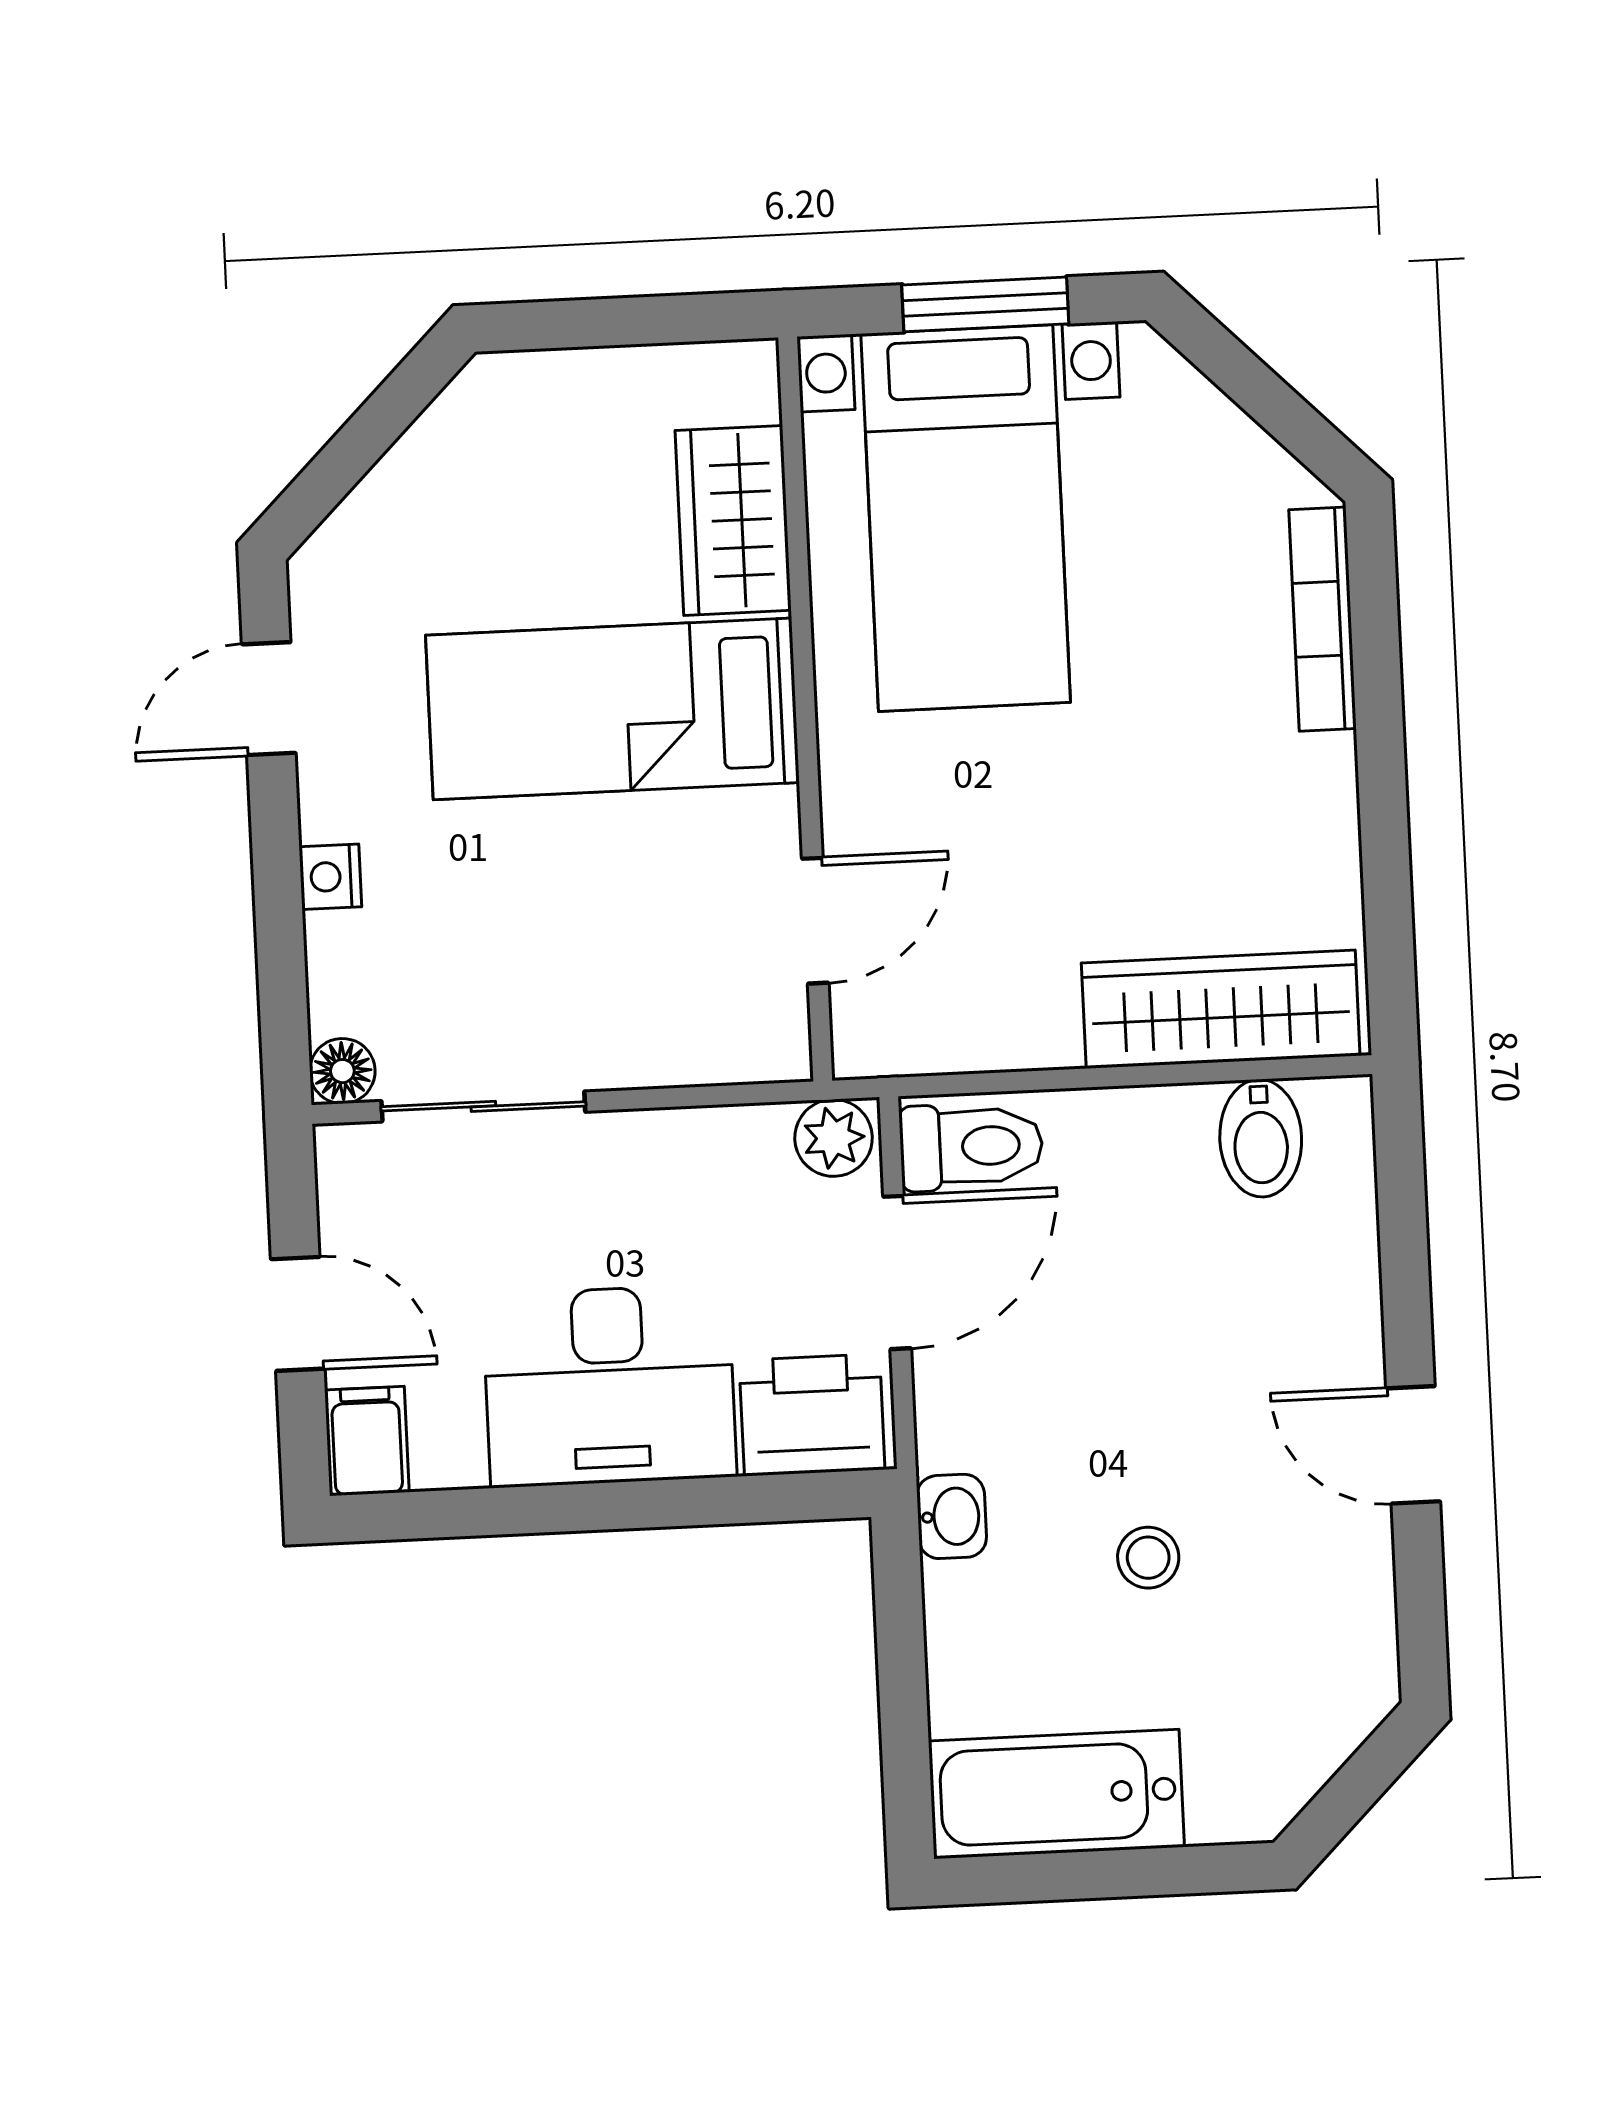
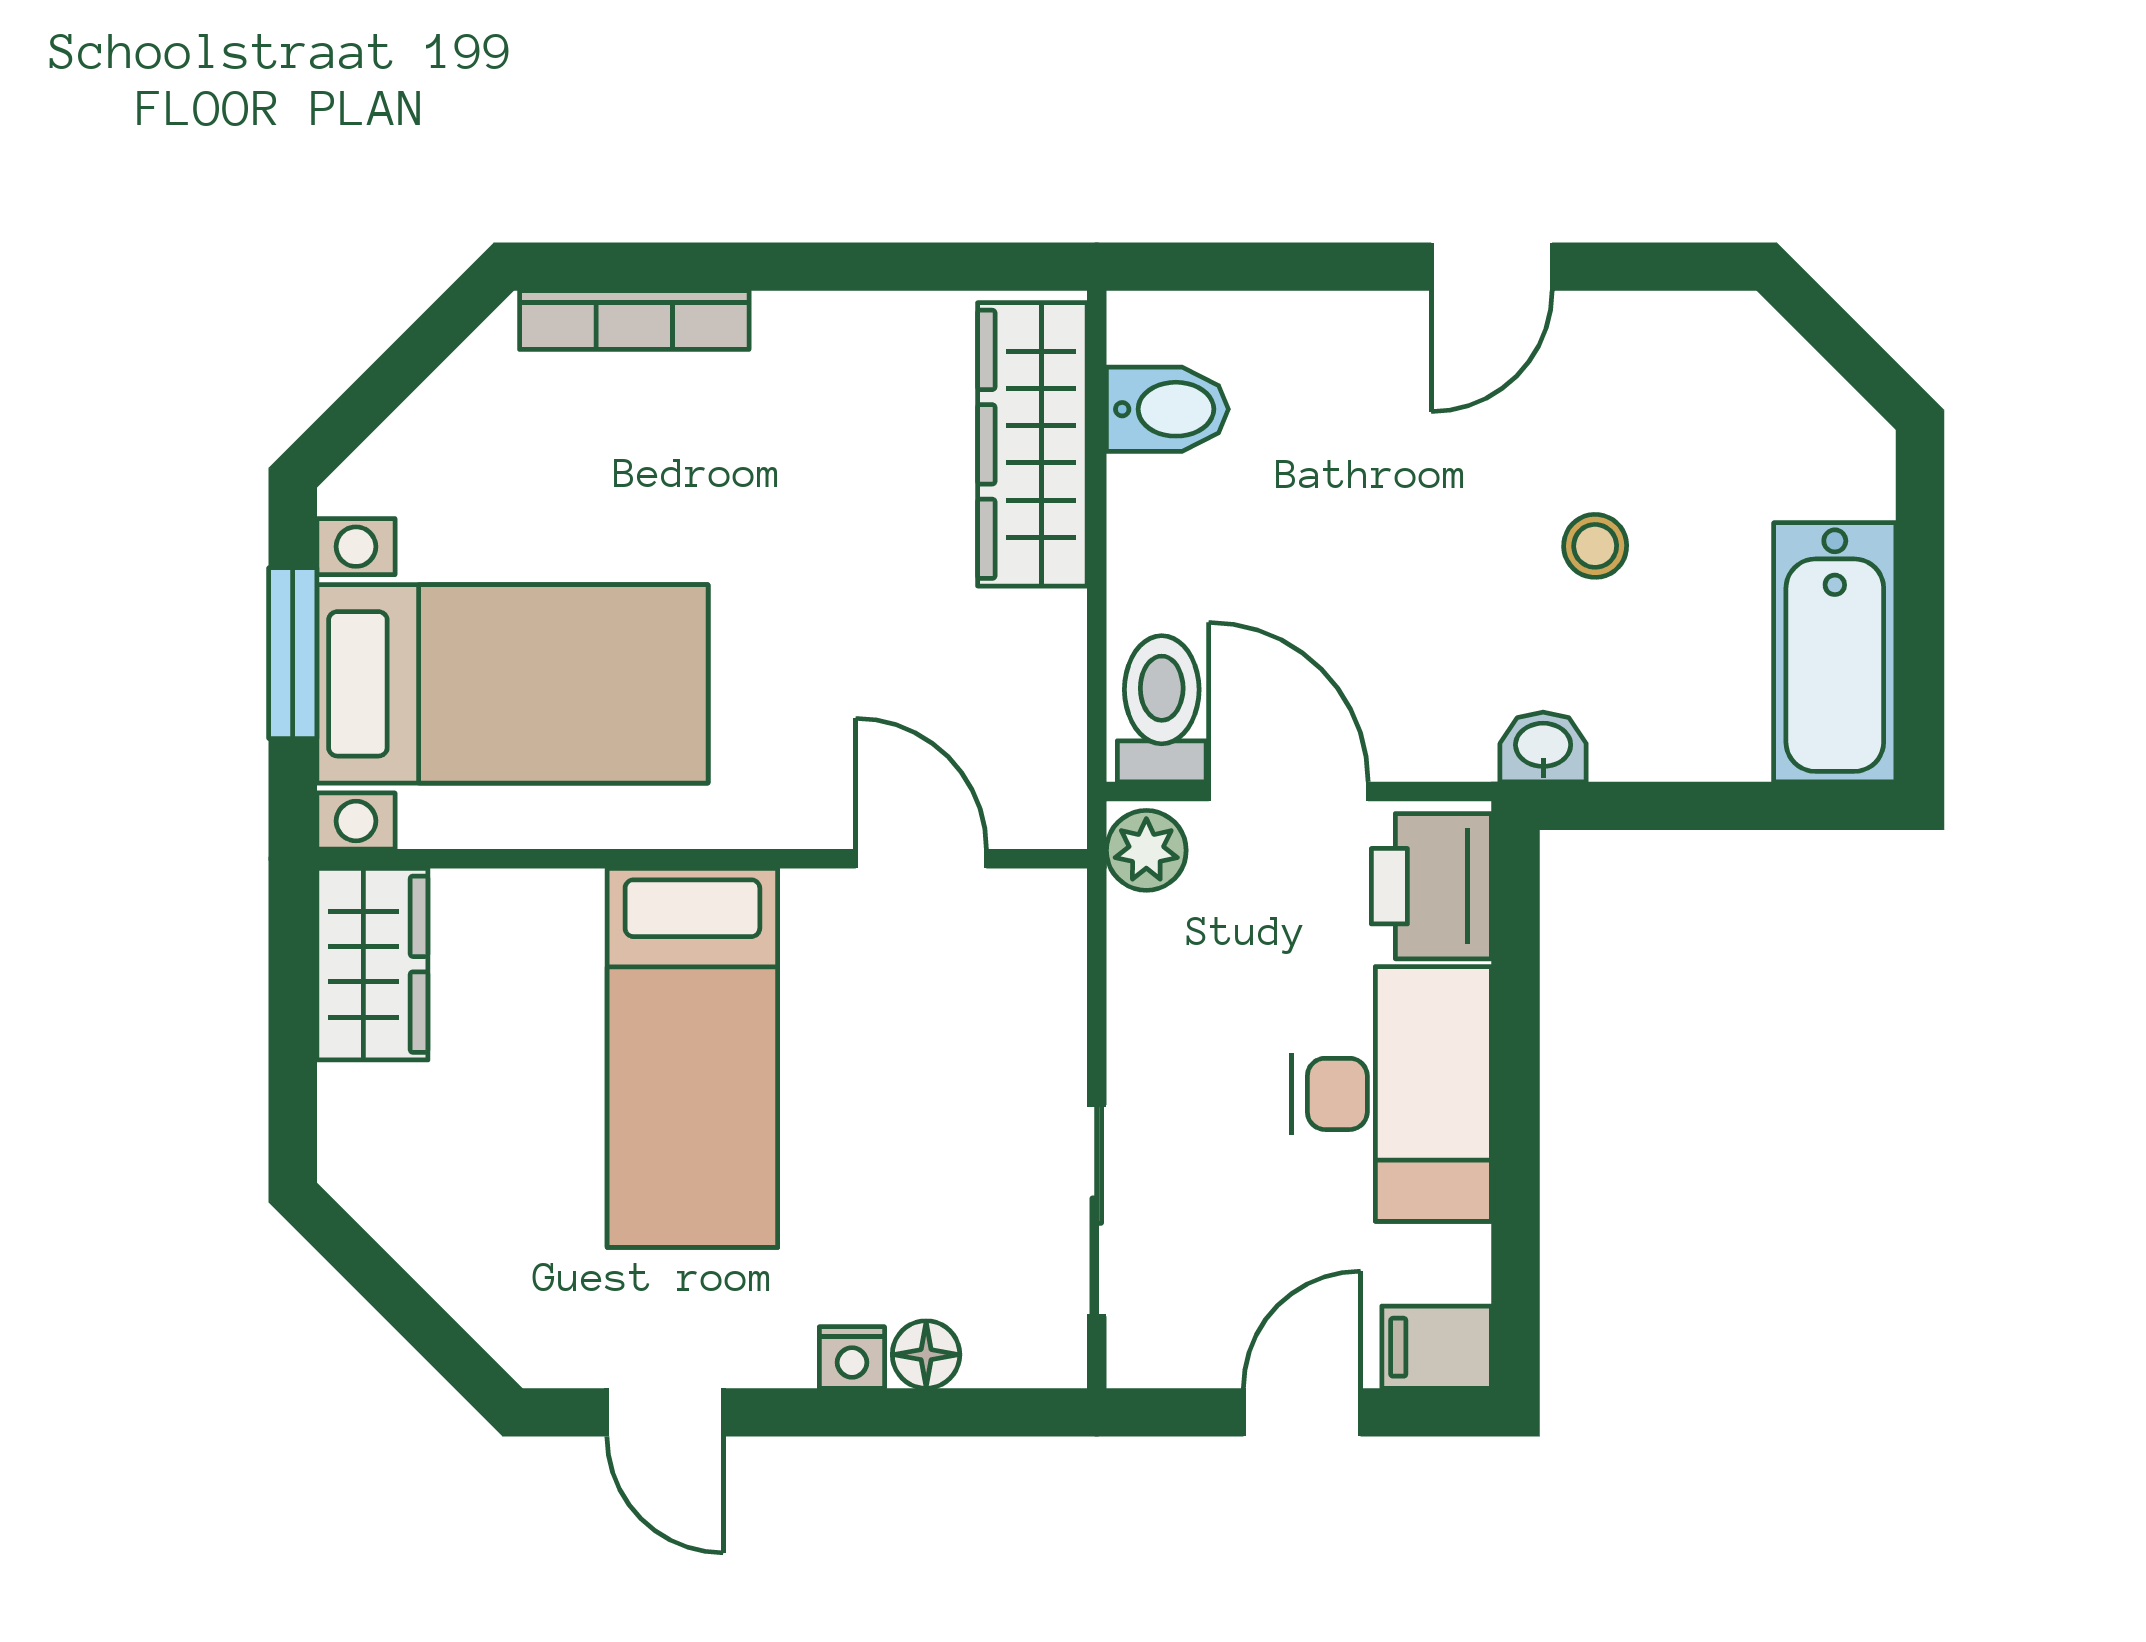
wardrobe: (733, 520) -> (372, 964), moved, turned -90
floor lamp: (342, 1071) -> (926, 1355), moved

